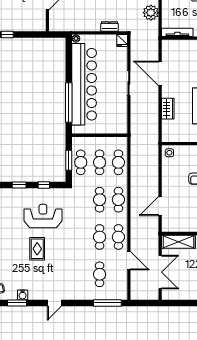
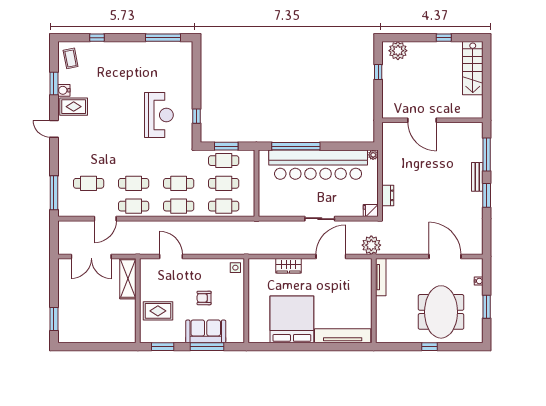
plant: (151, 13) -> (371, 245), moved
window: (19, 185) -> (196, 86), removed
rug: (37, 249) -> (74, 107), moved

